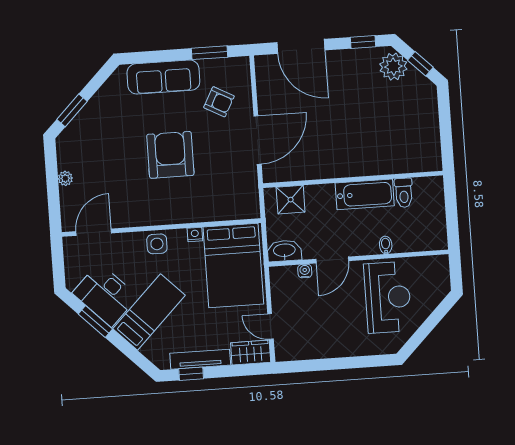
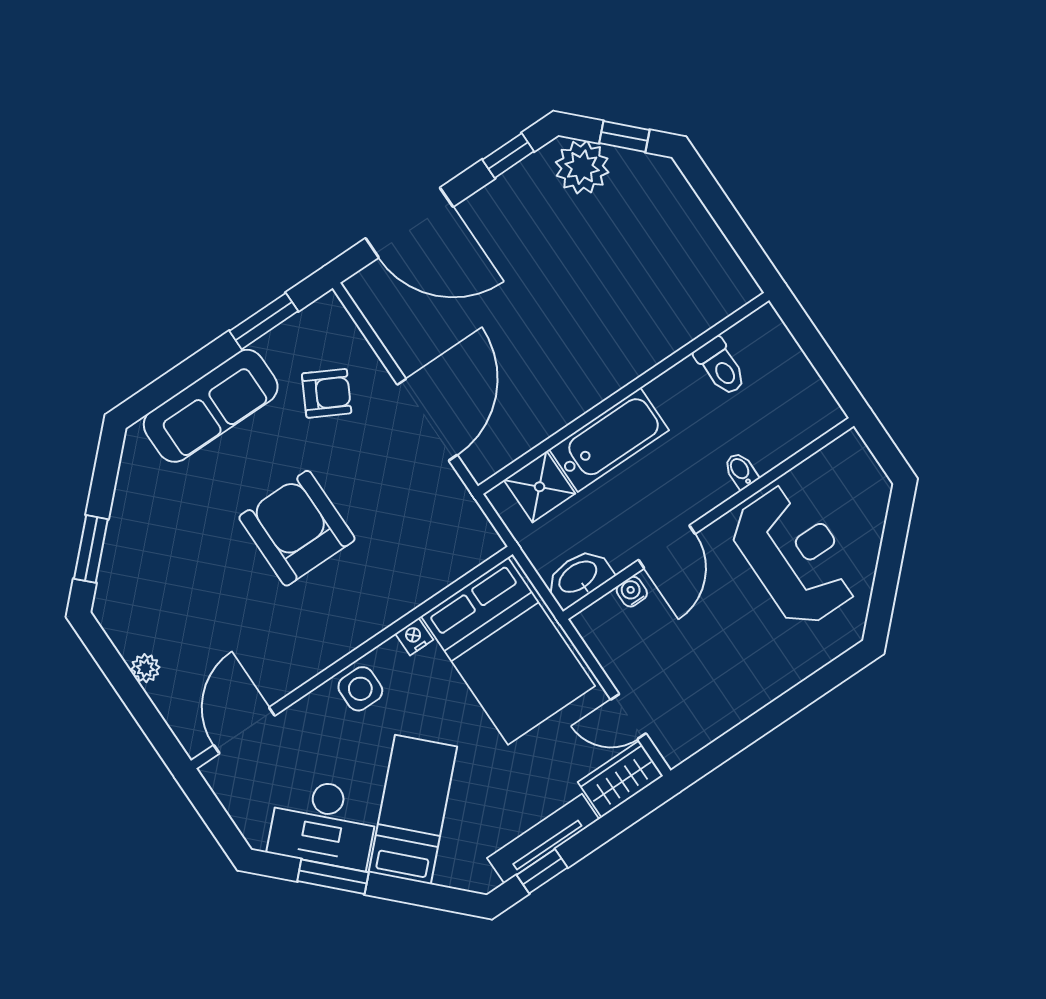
bathtub: (365, 194) -> (609, 440), moved

